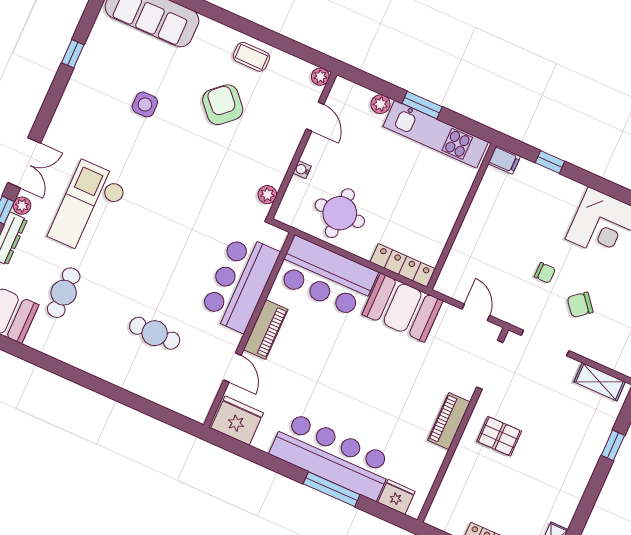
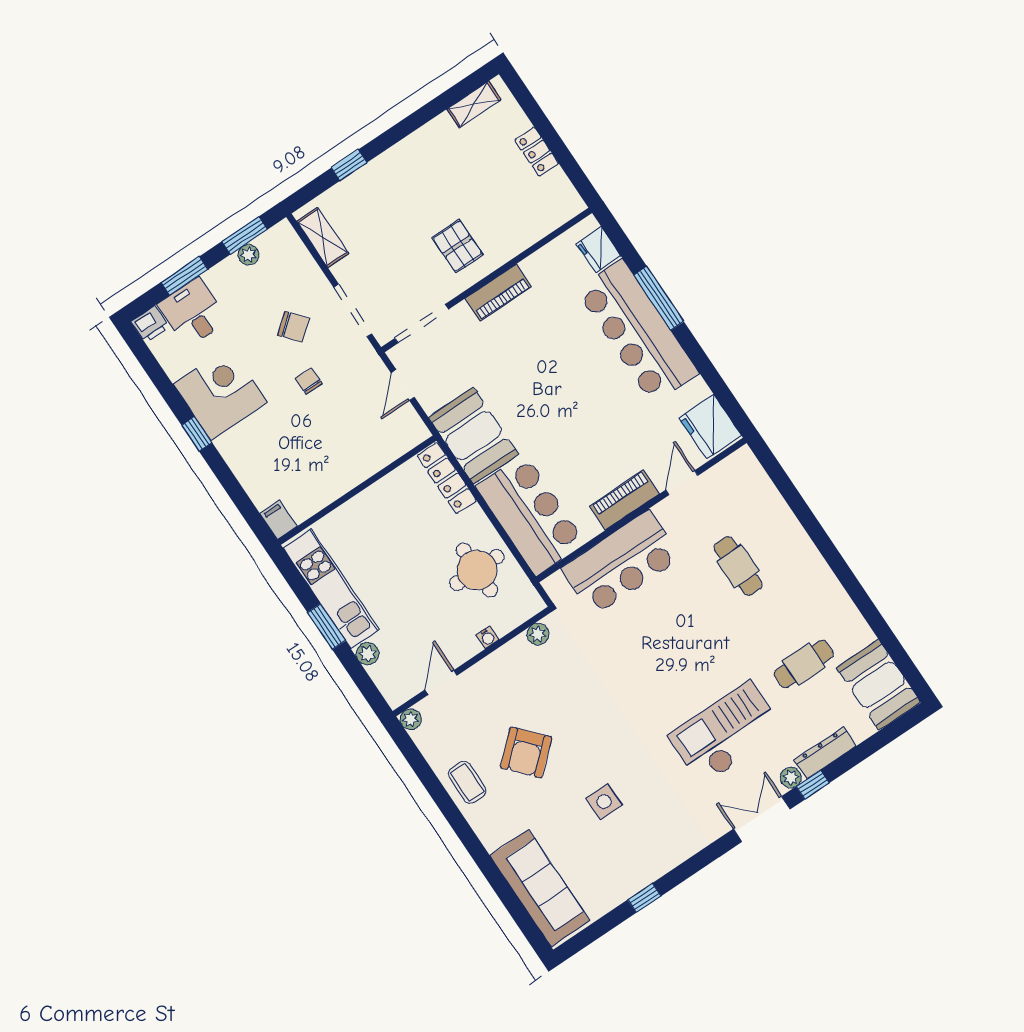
window: (550, 162) -> (197, 434), moved
checkout: (88, 208) -> (726, 733), turned 180

